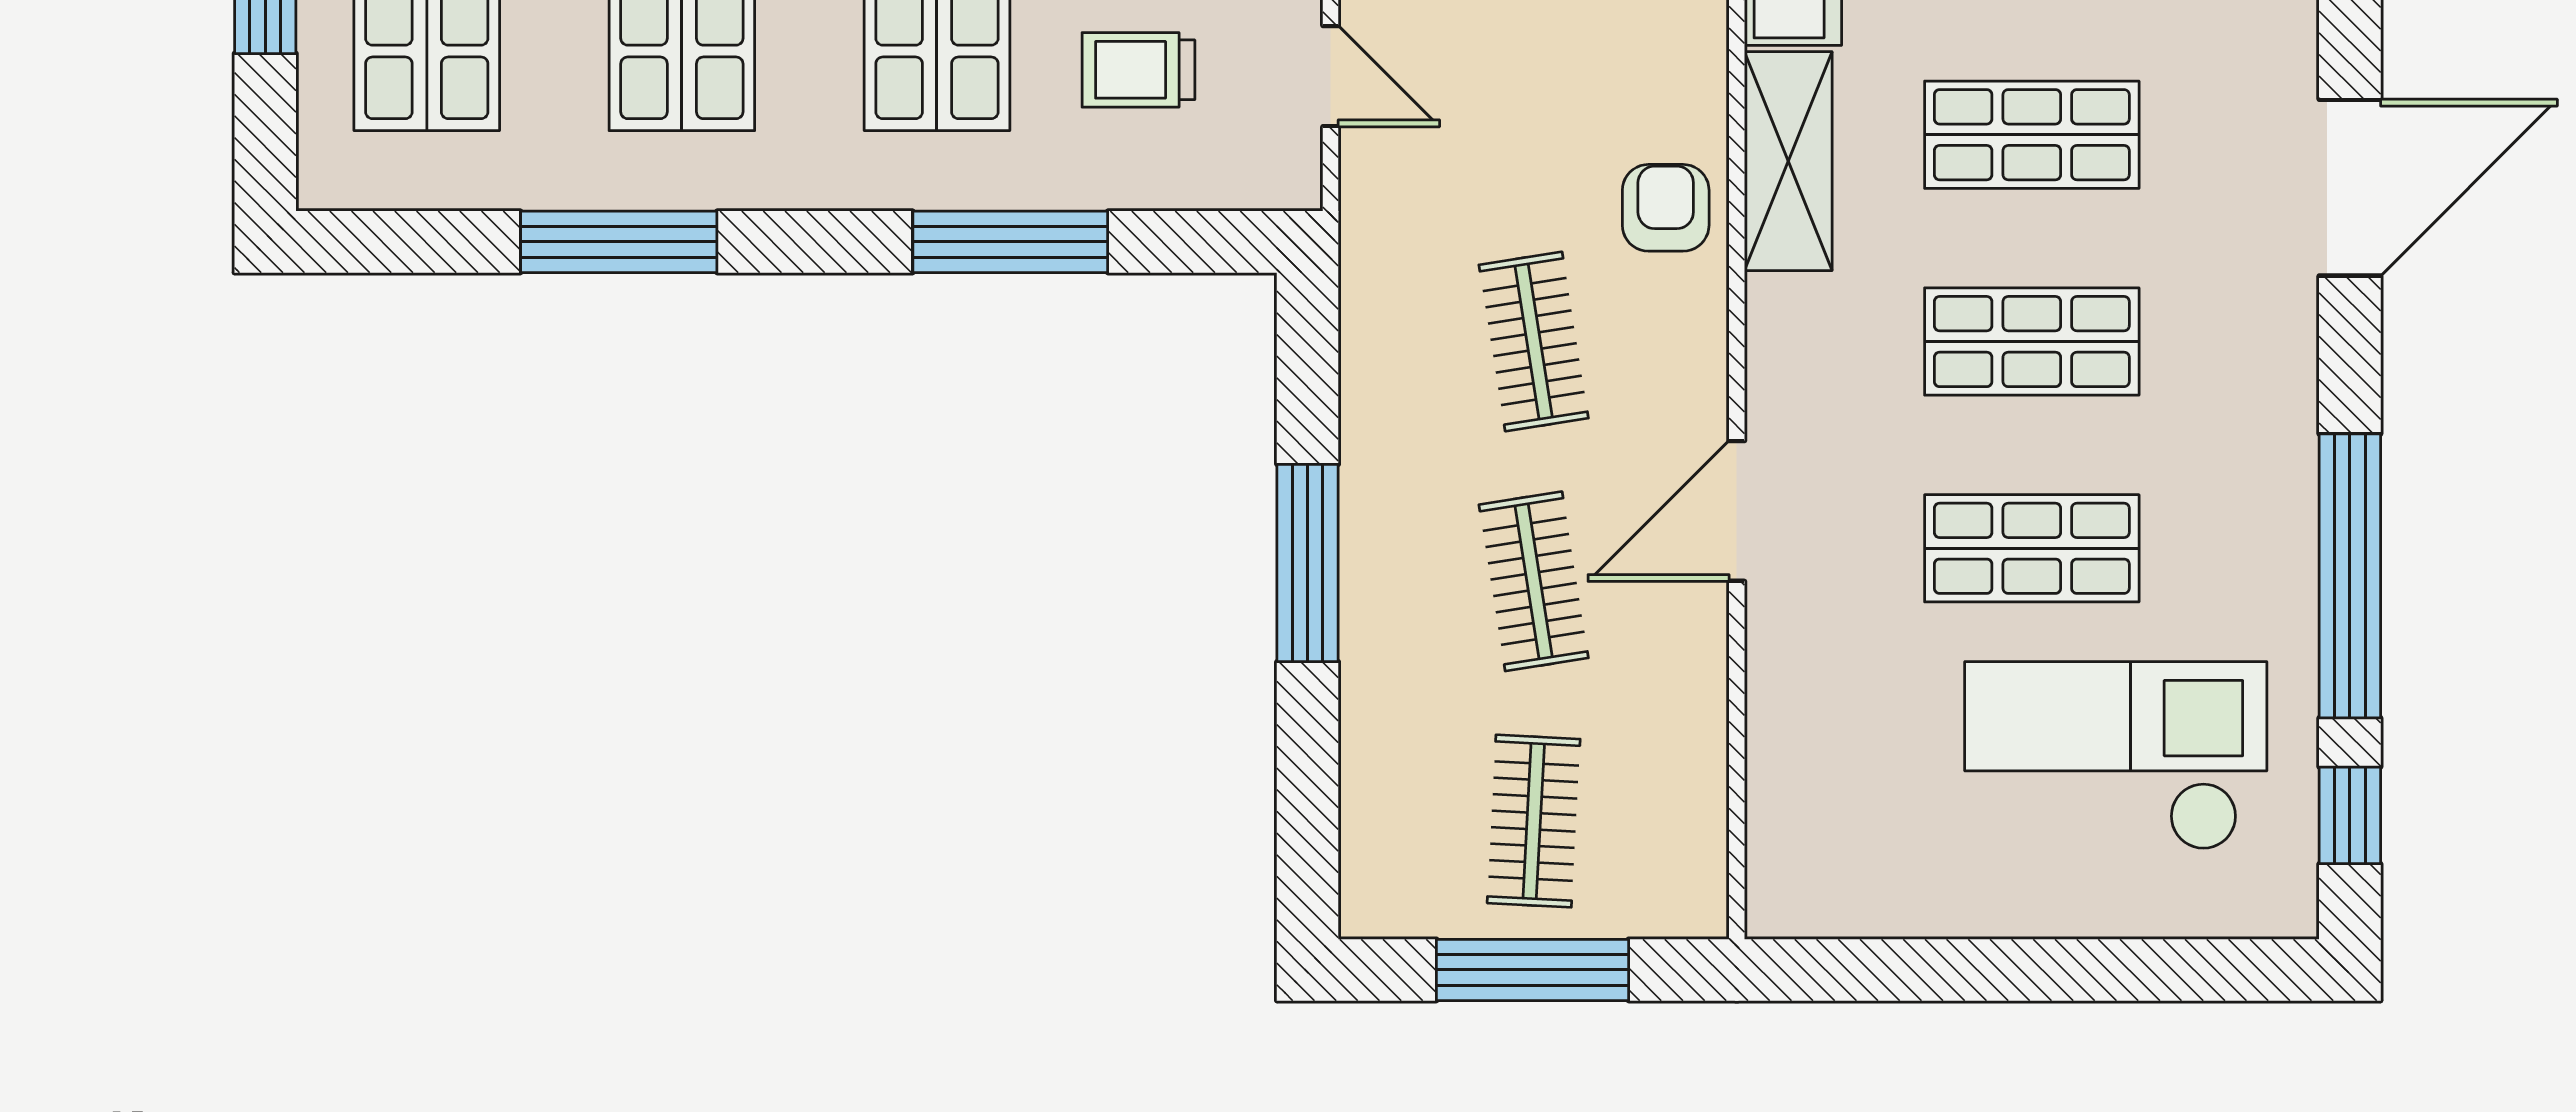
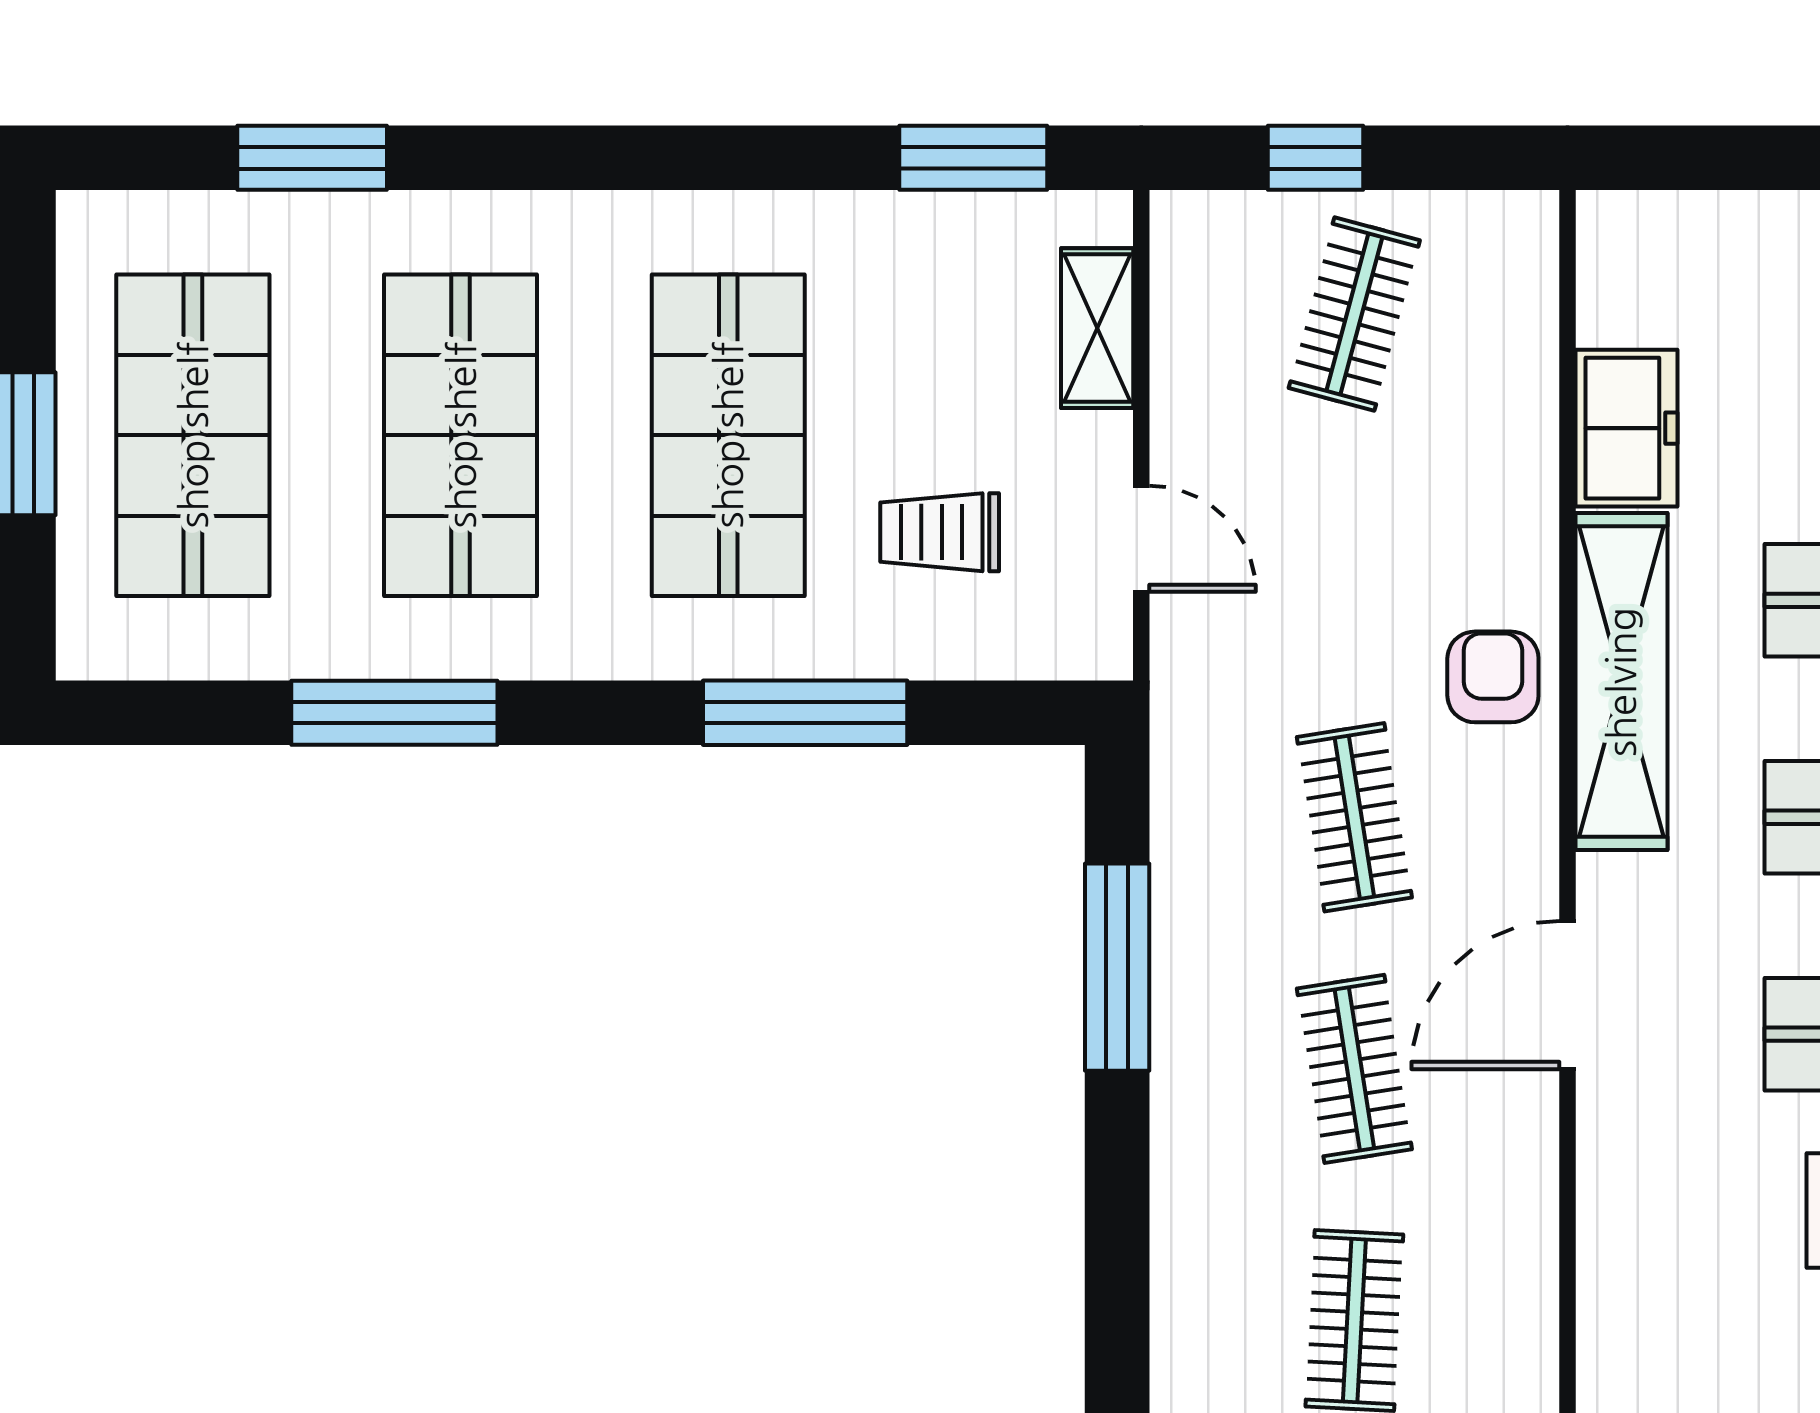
shelving: (1788, 161) -> (1621, 682), width x1.47
window: (1308, 563) -> (1117, 967), moved

